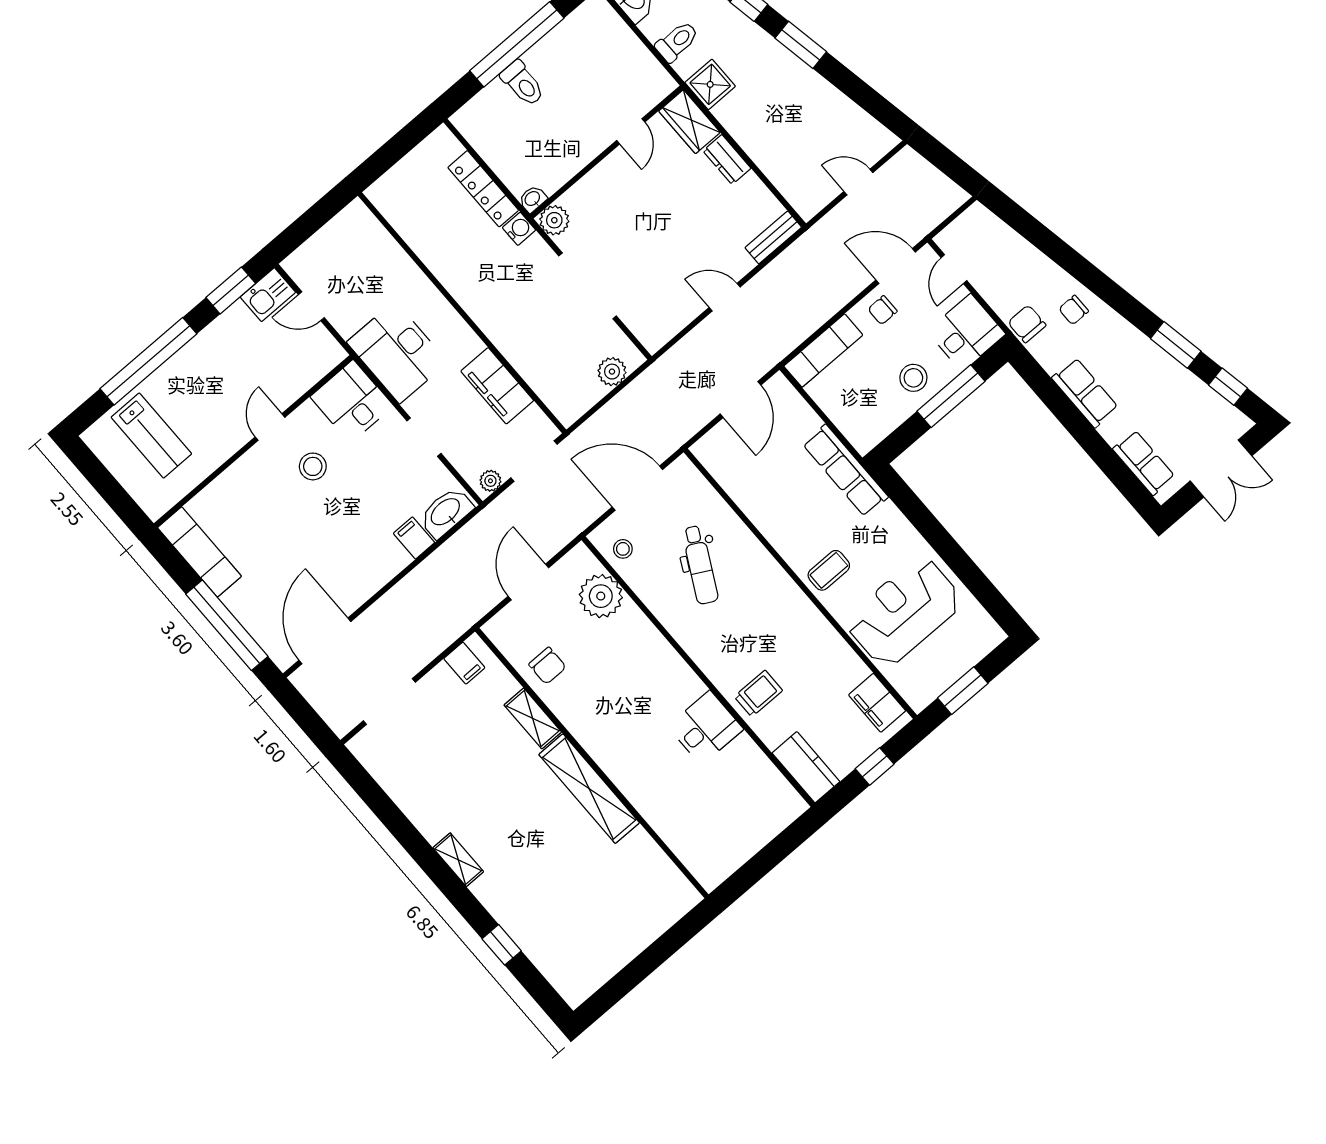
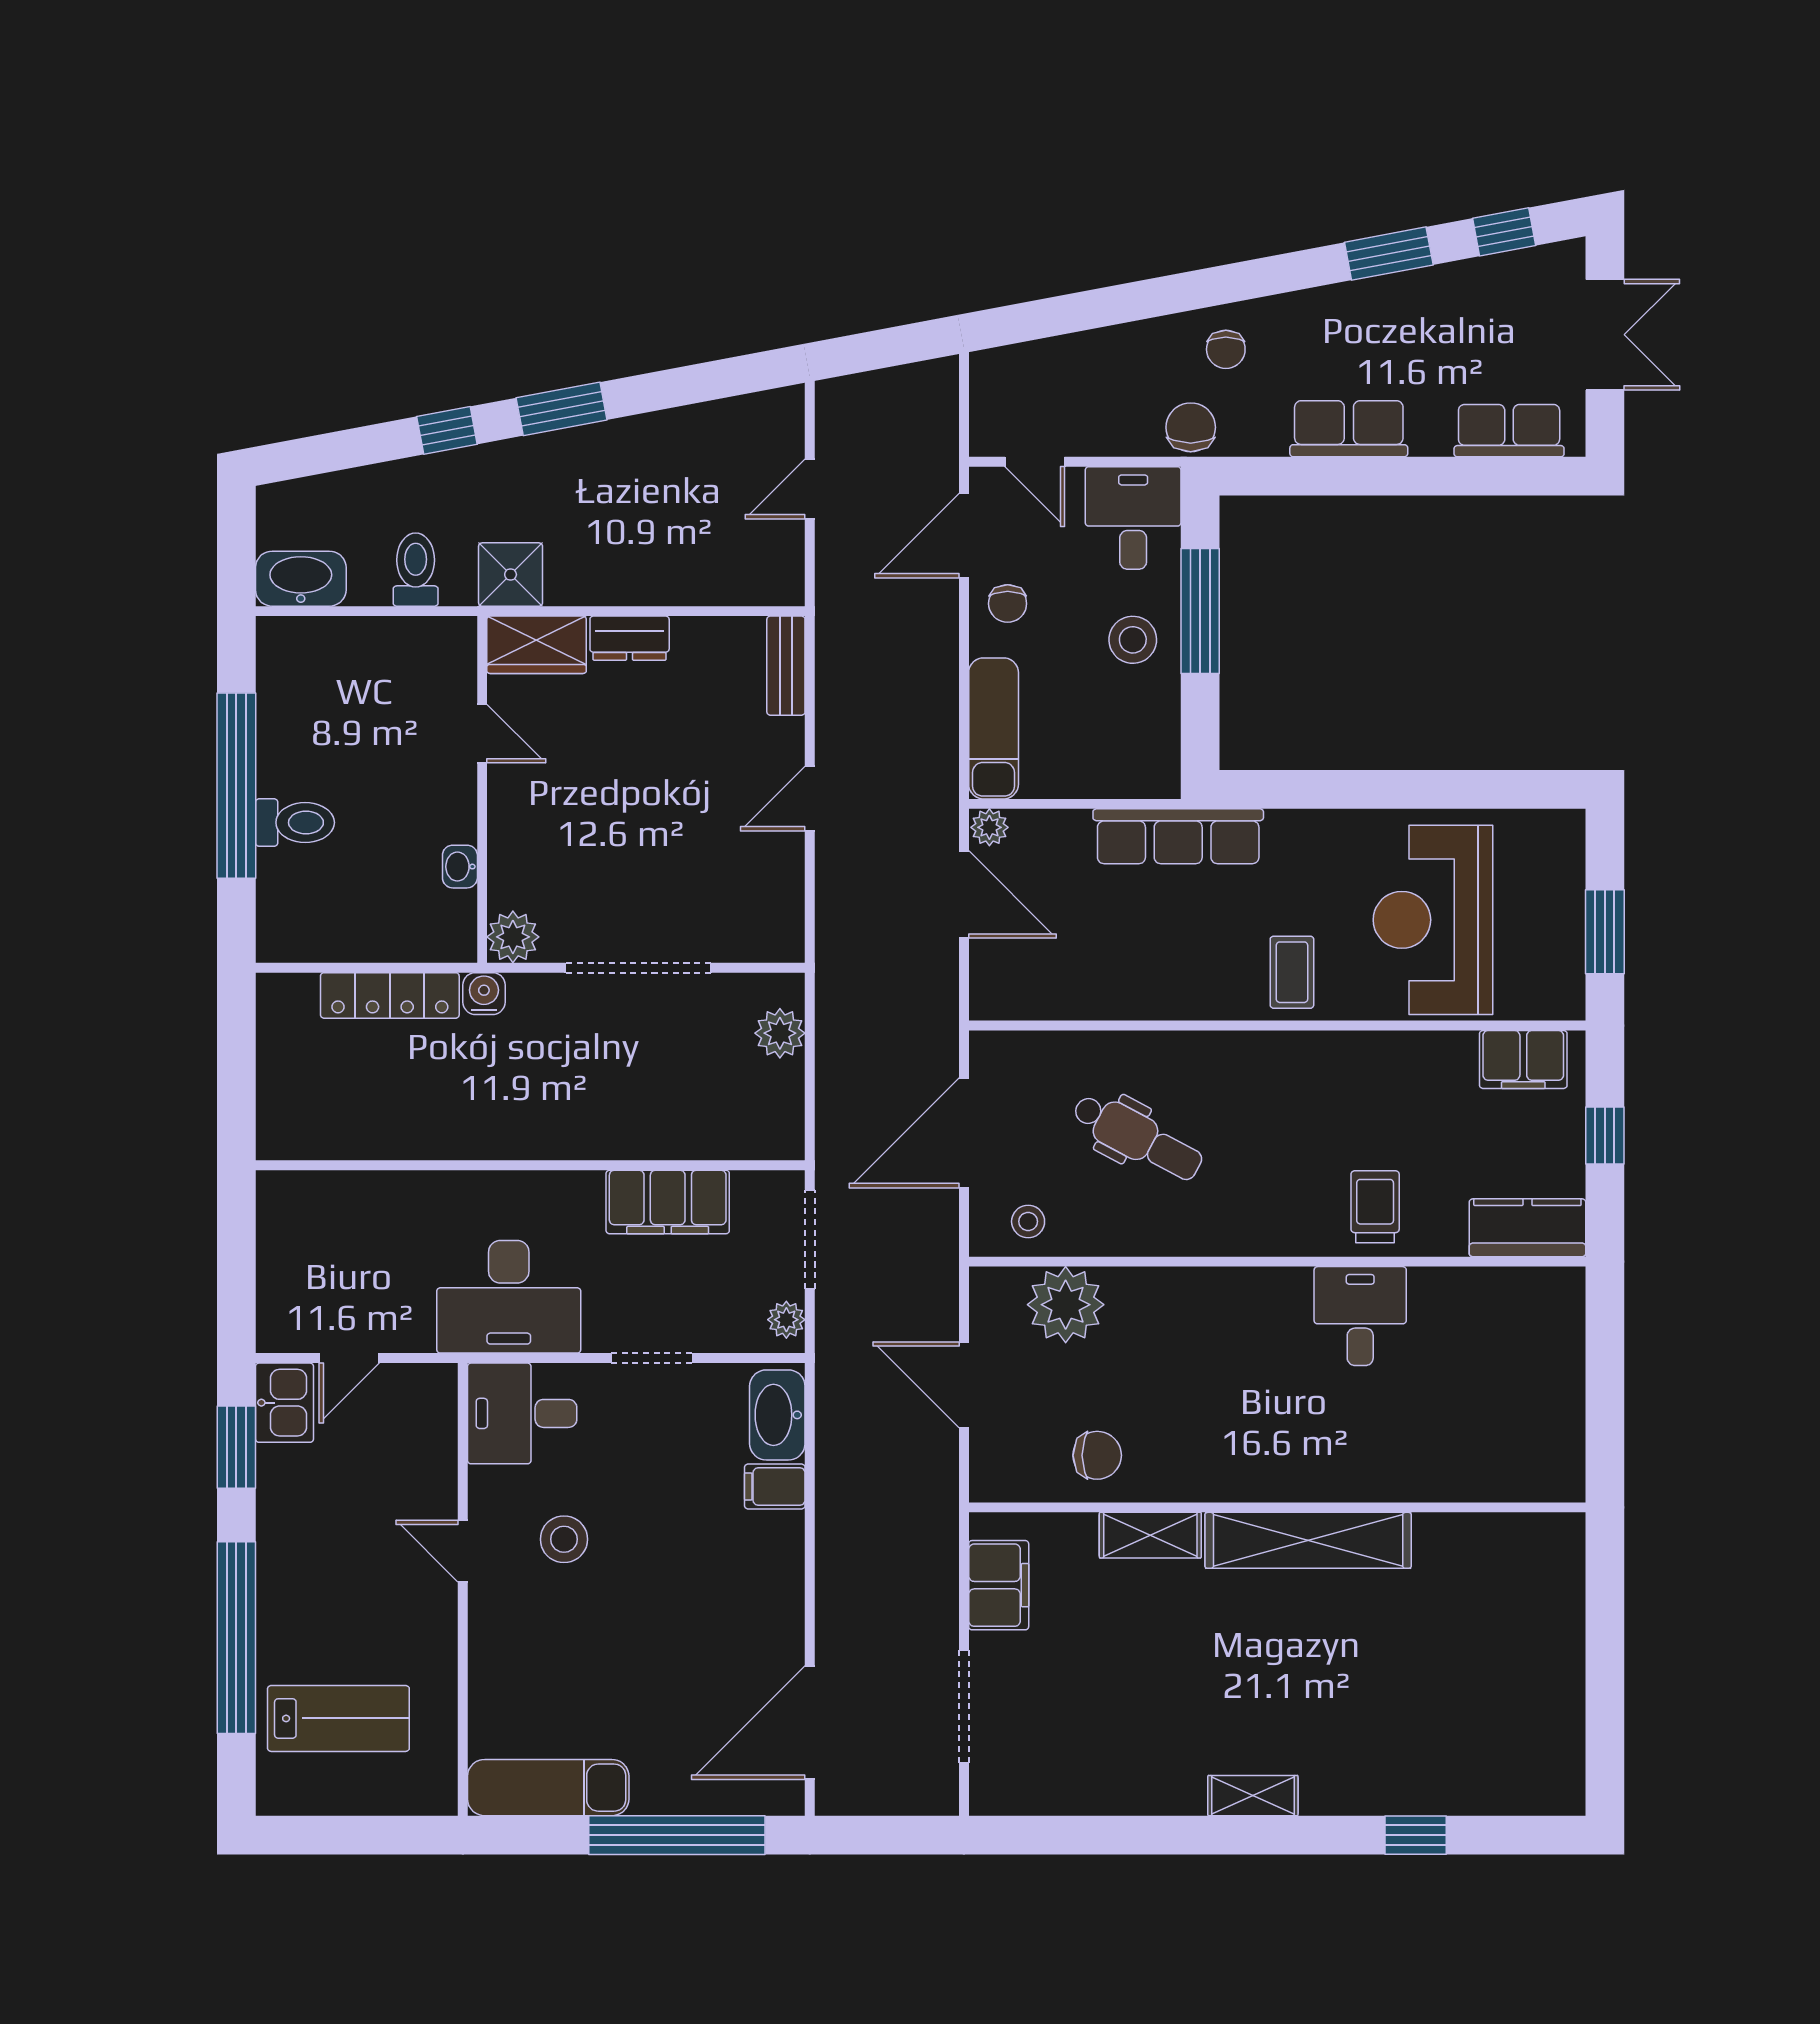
washbasin: (533, 199) -> (460, 867), moved
chair: (1027, 324) -> (1191, 427), turned 90
plant: (779, 386) -> (989, 827), added
door: (325, 641) -> (810, 1723), hinge flipped
filing cabinet: (464, 663) -> (999, 1585), width x2.00

